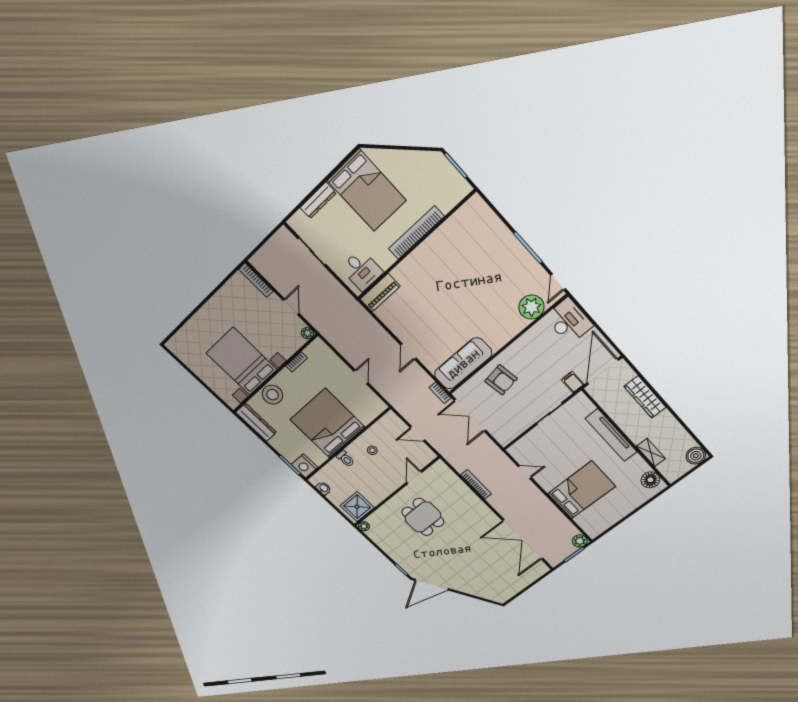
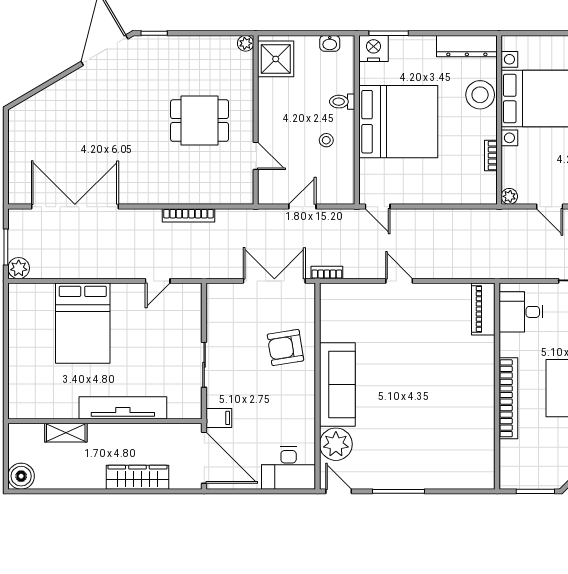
sofa: (463, 363) -> (337, 384), moved
door: (361, 377) -> (378, 207), moved
floor lamp: (650, 480) -> (32, 406), removed

